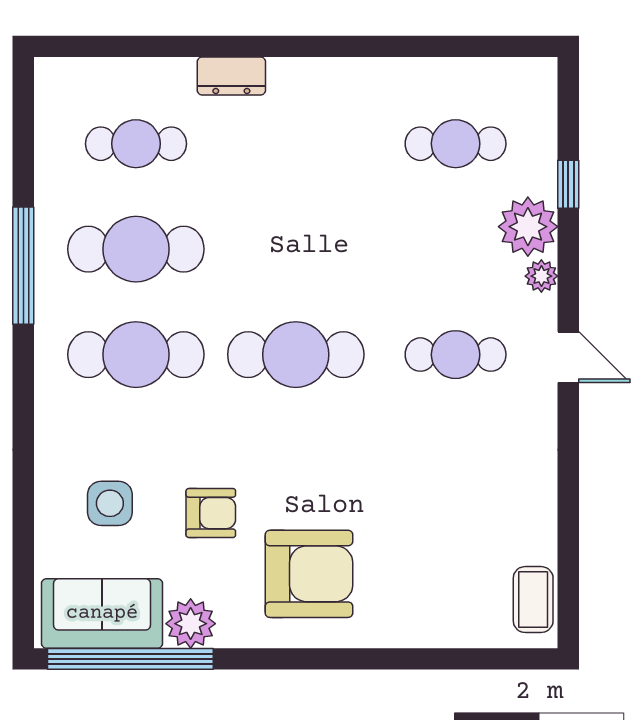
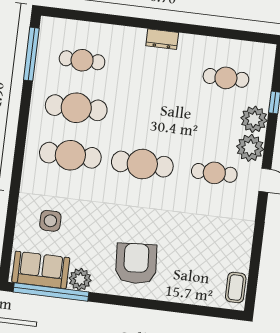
dresser: (231, 76) -> (162, 39), moved
window: (23, 266) -> (31, 54), moved
plant: (541, 276) -> (250, 148), width x1.88, depth x1.88
armchair: (211, 513) -> (95, 231), removed
armchair: (309, 574) -> (136, 264), turned -94

